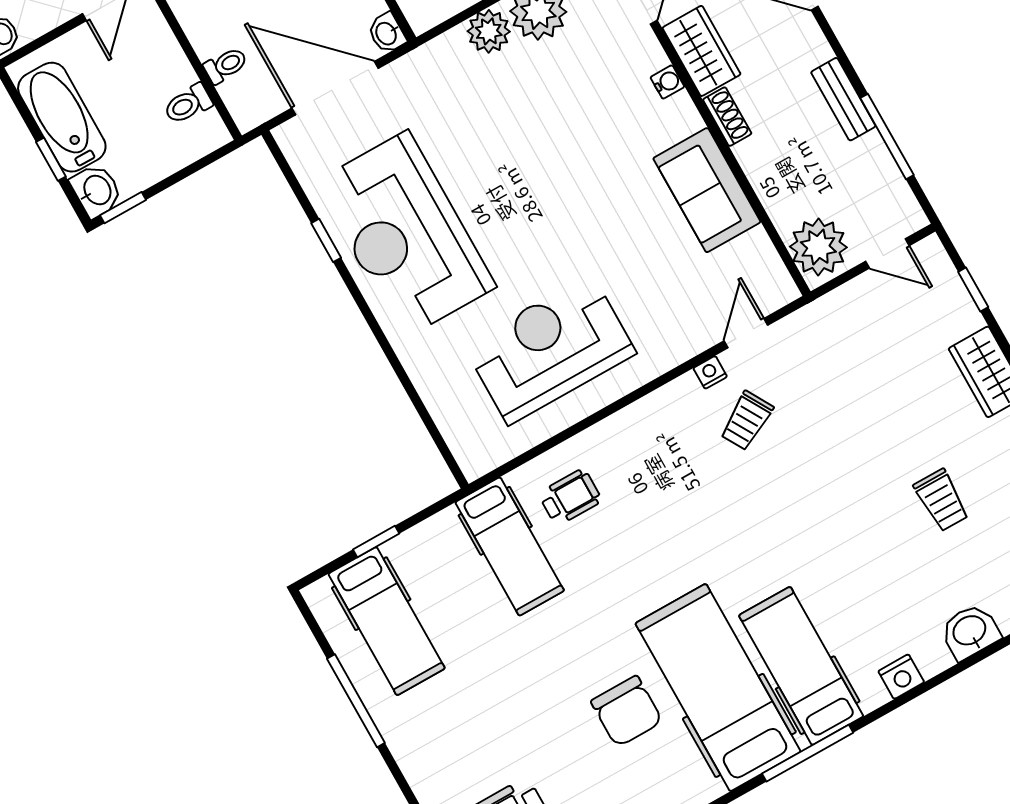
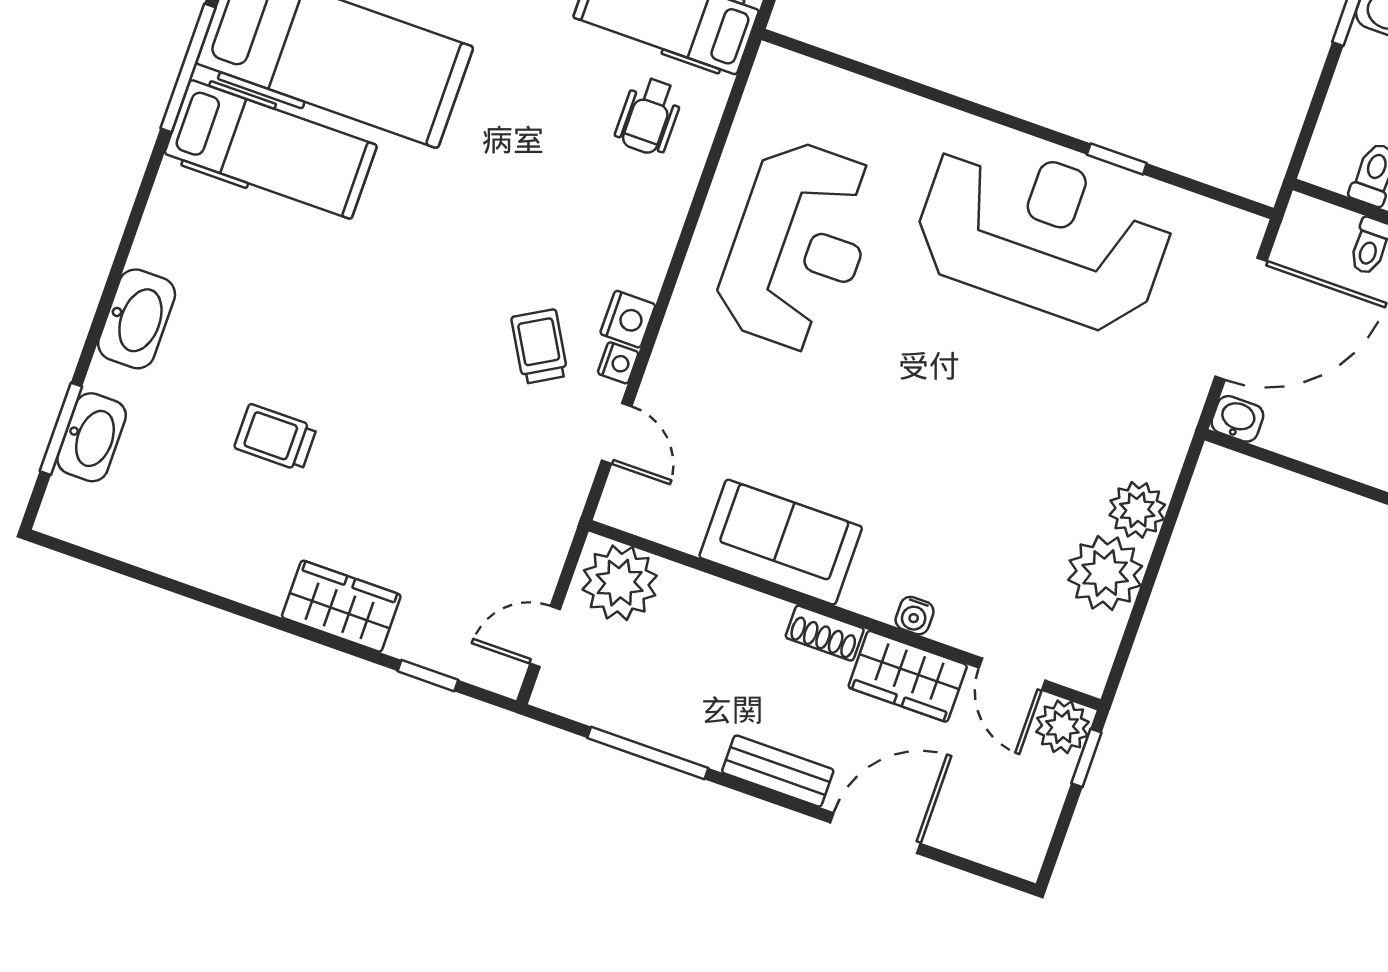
bench: (843, 99) -> (778, 771), moved
washbasin: (970, 631) -> (137, 319), width x1.38
nightstand: (901, 677) -> (628, 319), moved, turned 180

